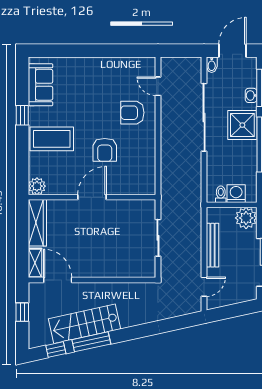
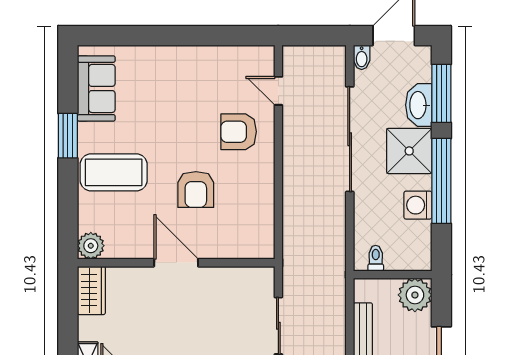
washbasin: (251, 95) -> (419, 105), width x1.91, depth x1.45
window: (22, 115) -> (68, 136), width x1.50
washing machine: (236, 194) -> (418, 205), moved, turned -90
door: (92, 197) -> (176, 263), hinge flipped
wardrobe: (37, 223) -> (91, 290), width x0.67

